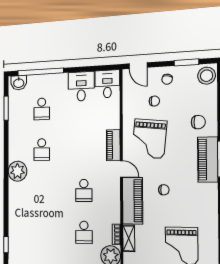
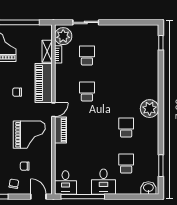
window: (40, 72) -> (83, 197), moved
desk: (81, 86) -> (104, 182), moved
grand piano: (149, 139) -> (29, 135), turned 84
door: (121, 169) -> (53, 110), swing flipped

